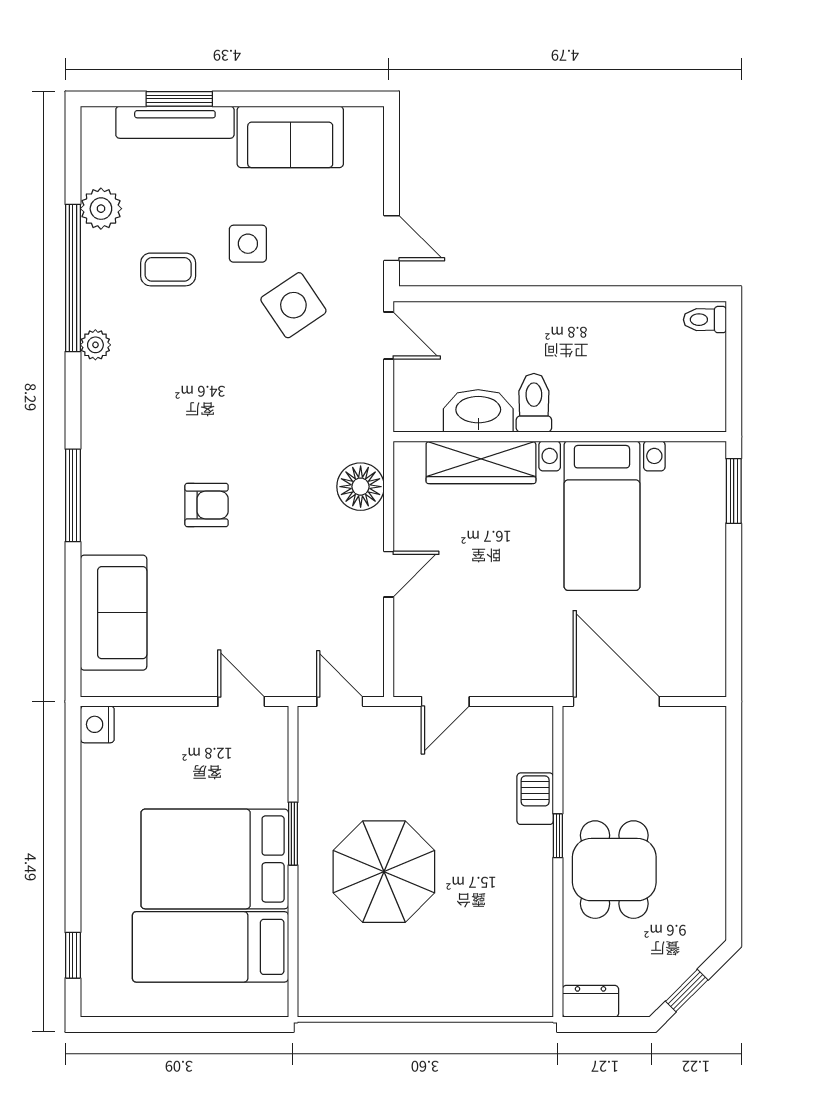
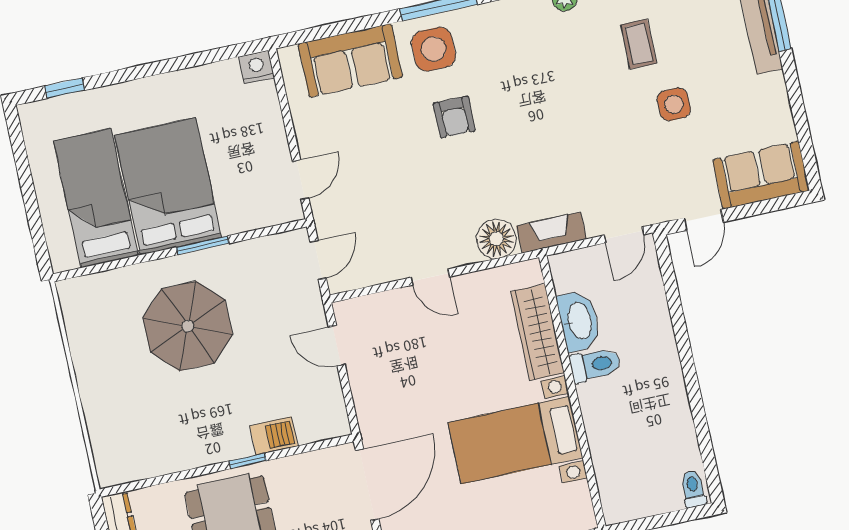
sofa: (290, 137) -> (761, 175), moved, turned 90
side table: (293, 305) -> (434, 49), moved, turned 34
fireplace: (367, 420) -> (551, 233), added

